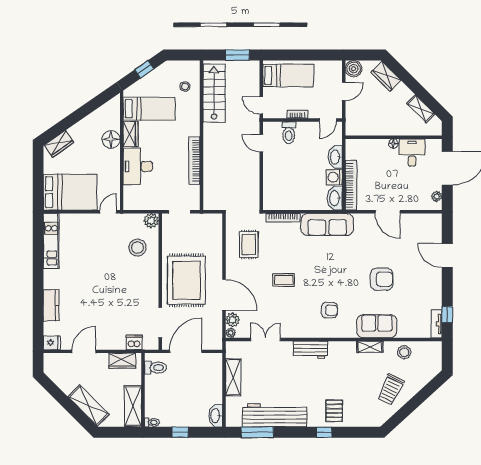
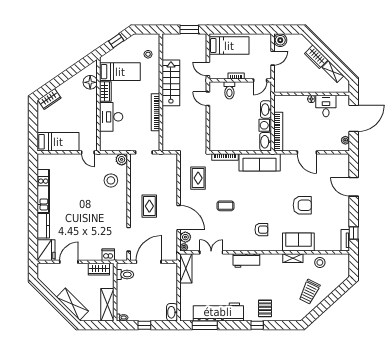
wardrobe: (386, 76) -> (316, 57), moved
stairs: (214, 93) -> (171, 83), moved
floor lamp: (111, 139) -> (90, 82), moved
bed: (70, 192) -> (58, 142), width x0.67
door: (108, 212) -> (88, 152), swing flipped
kitchen unit: (51, 241) -> (43, 191), moved
rug: (186, 280) -> (149, 206), width x0.54, depth x0.49
fridge: (52, 343) -> (46, 250), width x1.88, depth x1.34
shelving: (233, 377) -> (186, 268), moved

